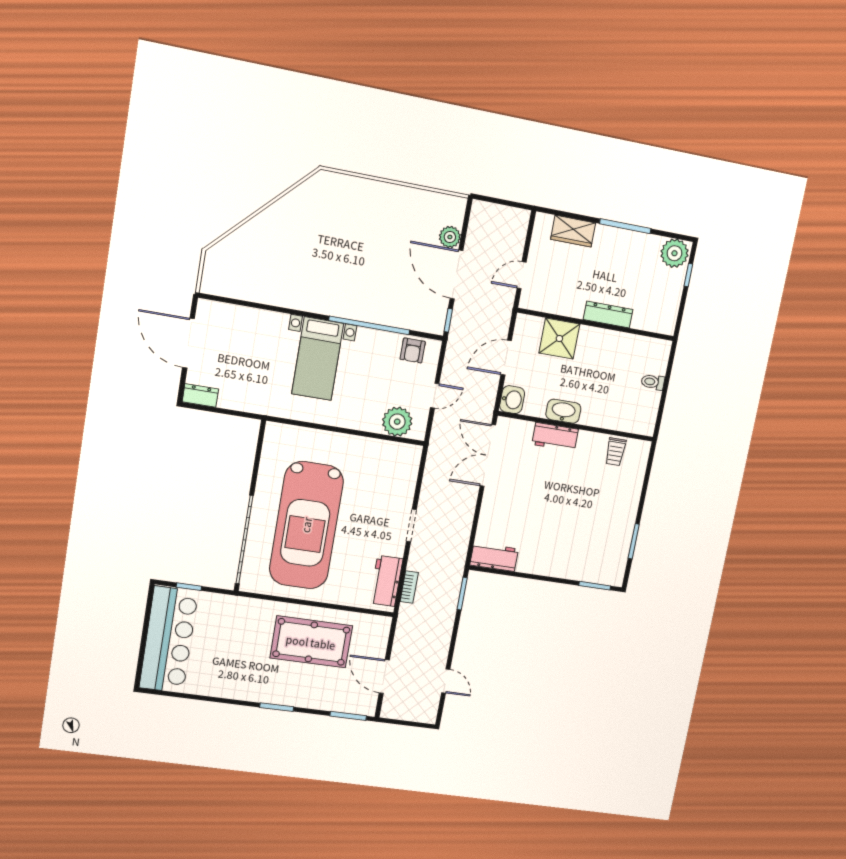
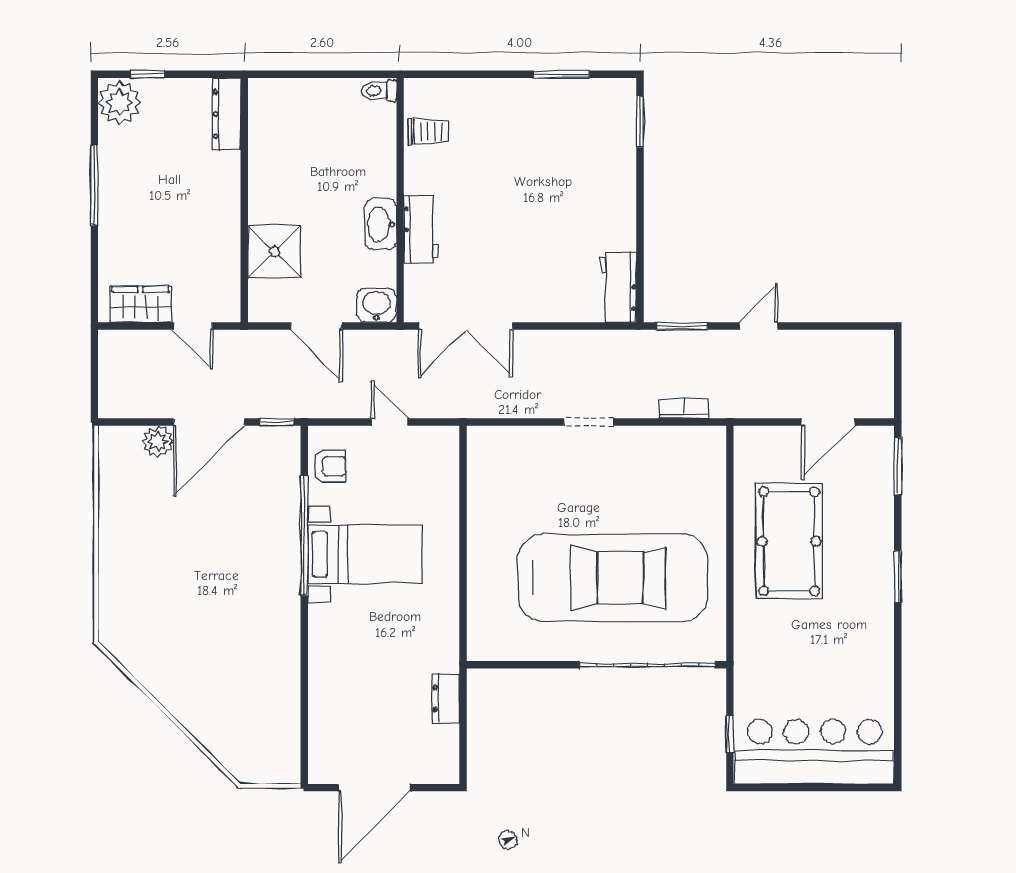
wardrobe: (573, 231) -> (140, 304), moved, turned -90
dresser: (608, 315) -> (227, 114), moved
bed with nightstands: (318, 359) -> (365, 554), moved
toilet: (653, 382) -> (379, 91), moved, turned 90
dresser: (200, 395) -> (446, 698), moved
plant: (397, 422) -> (437, 471), removed
workbench: (386, 581) -> (679, 445), removed
door: (446, 681) -> (758, 326), moved

